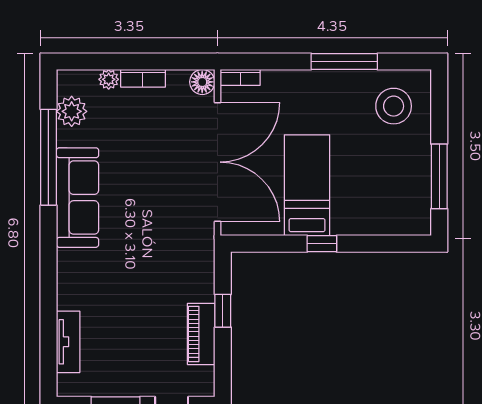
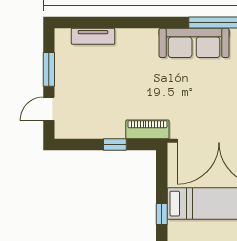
piano: (201, 334) -> (147, 129), moved

